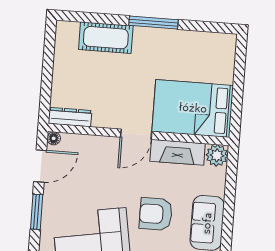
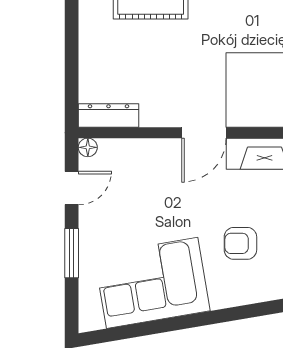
door: (40, 166) -> (72, 188), width x0.73
armchair: (156, 214) -> (240, 243), width x0.72, depth x0.72

